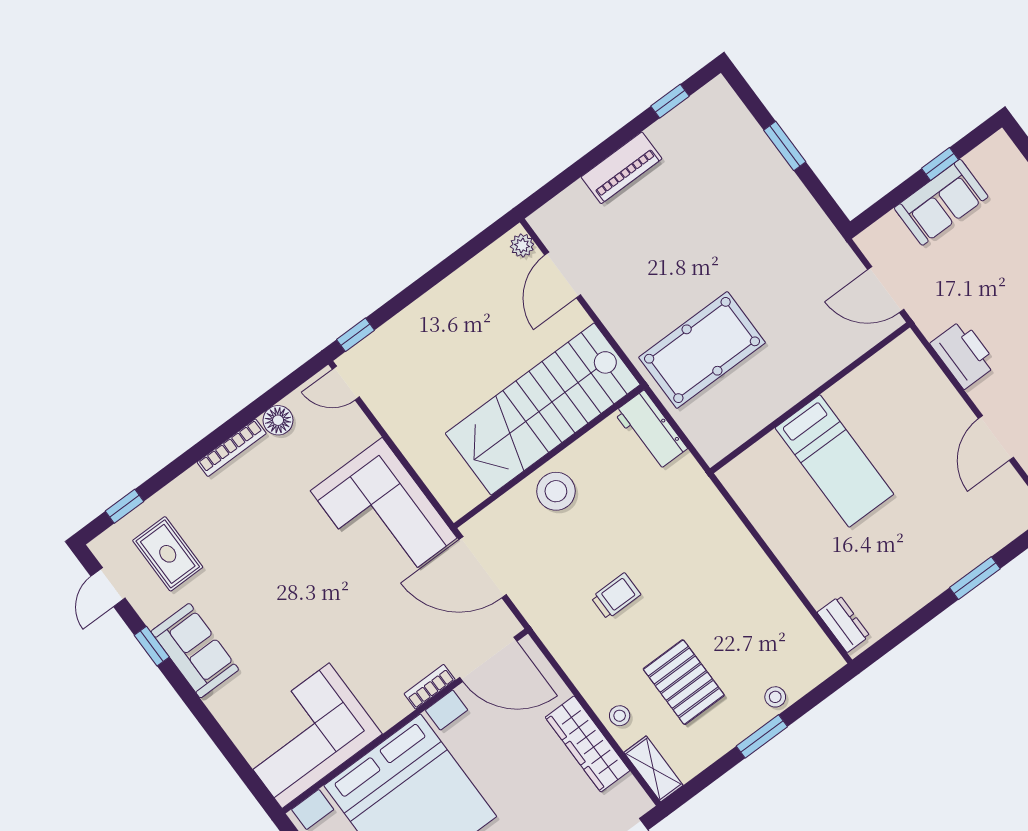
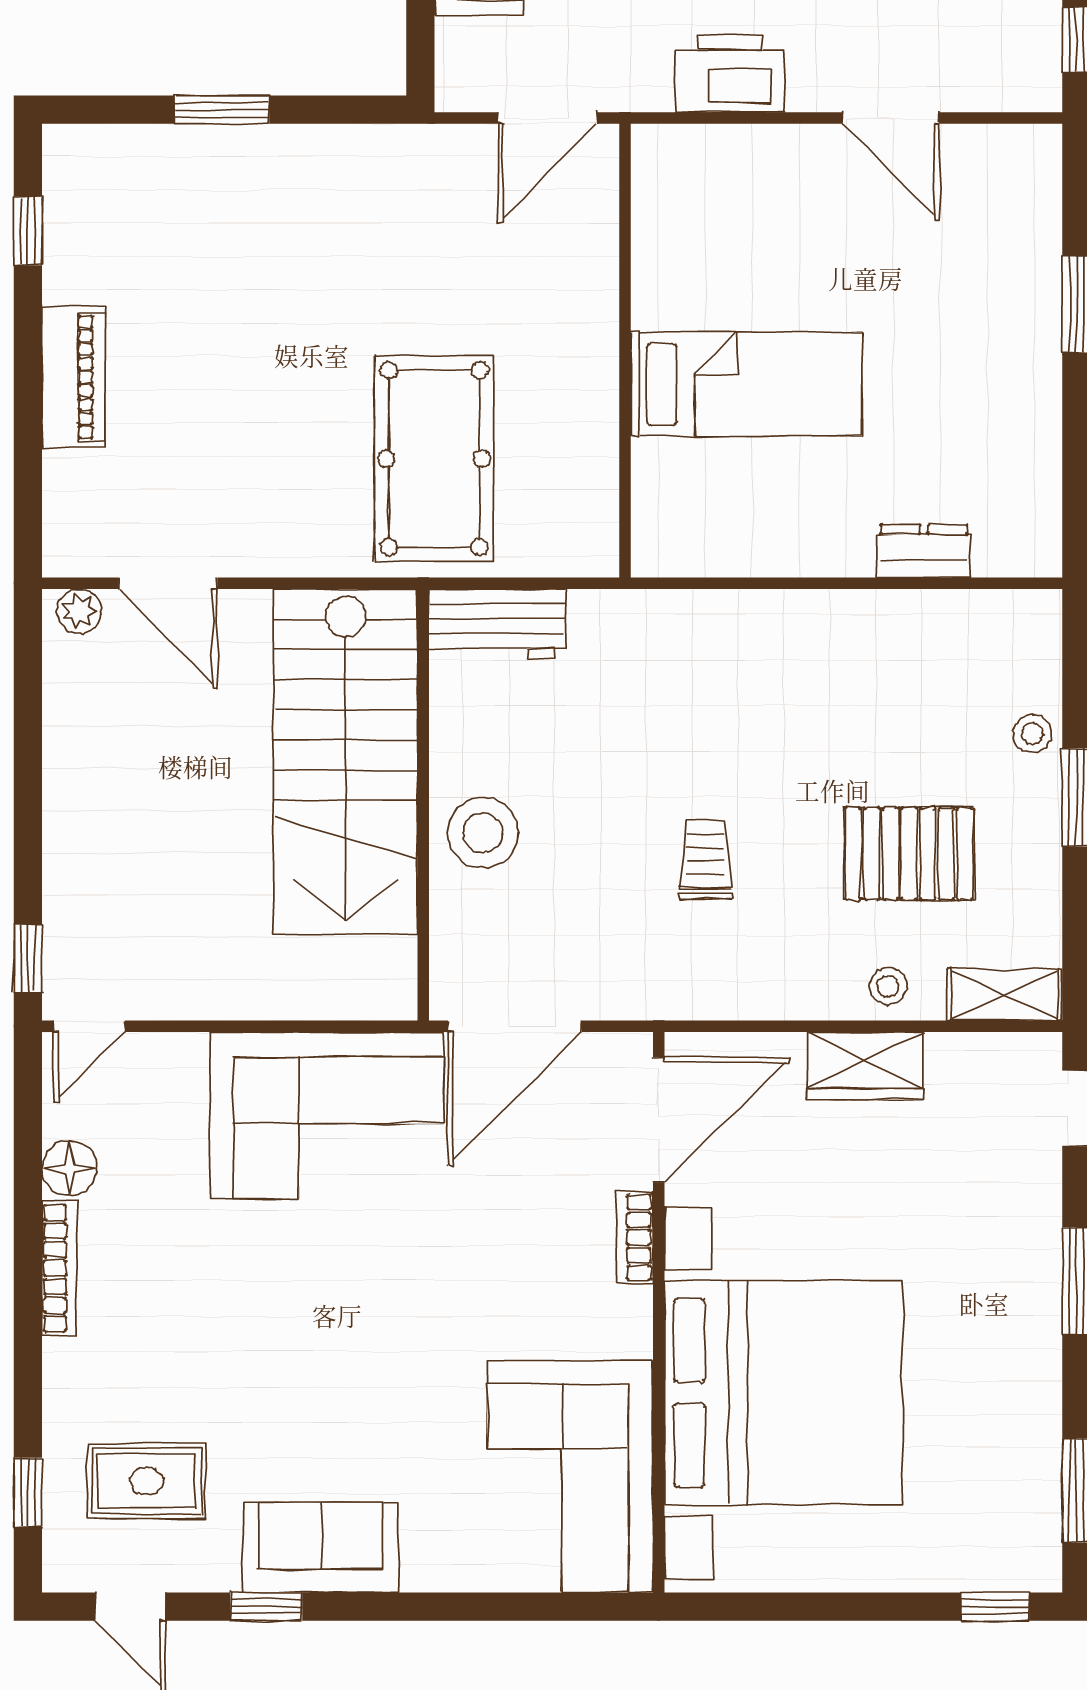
dresser: (844, 624) -> (924, 551), moved
wardrobe: (587, 744) -> (866, 1066), width x0.67

